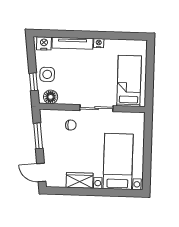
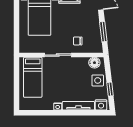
window: (34, 82) -> (110, 89), moved

